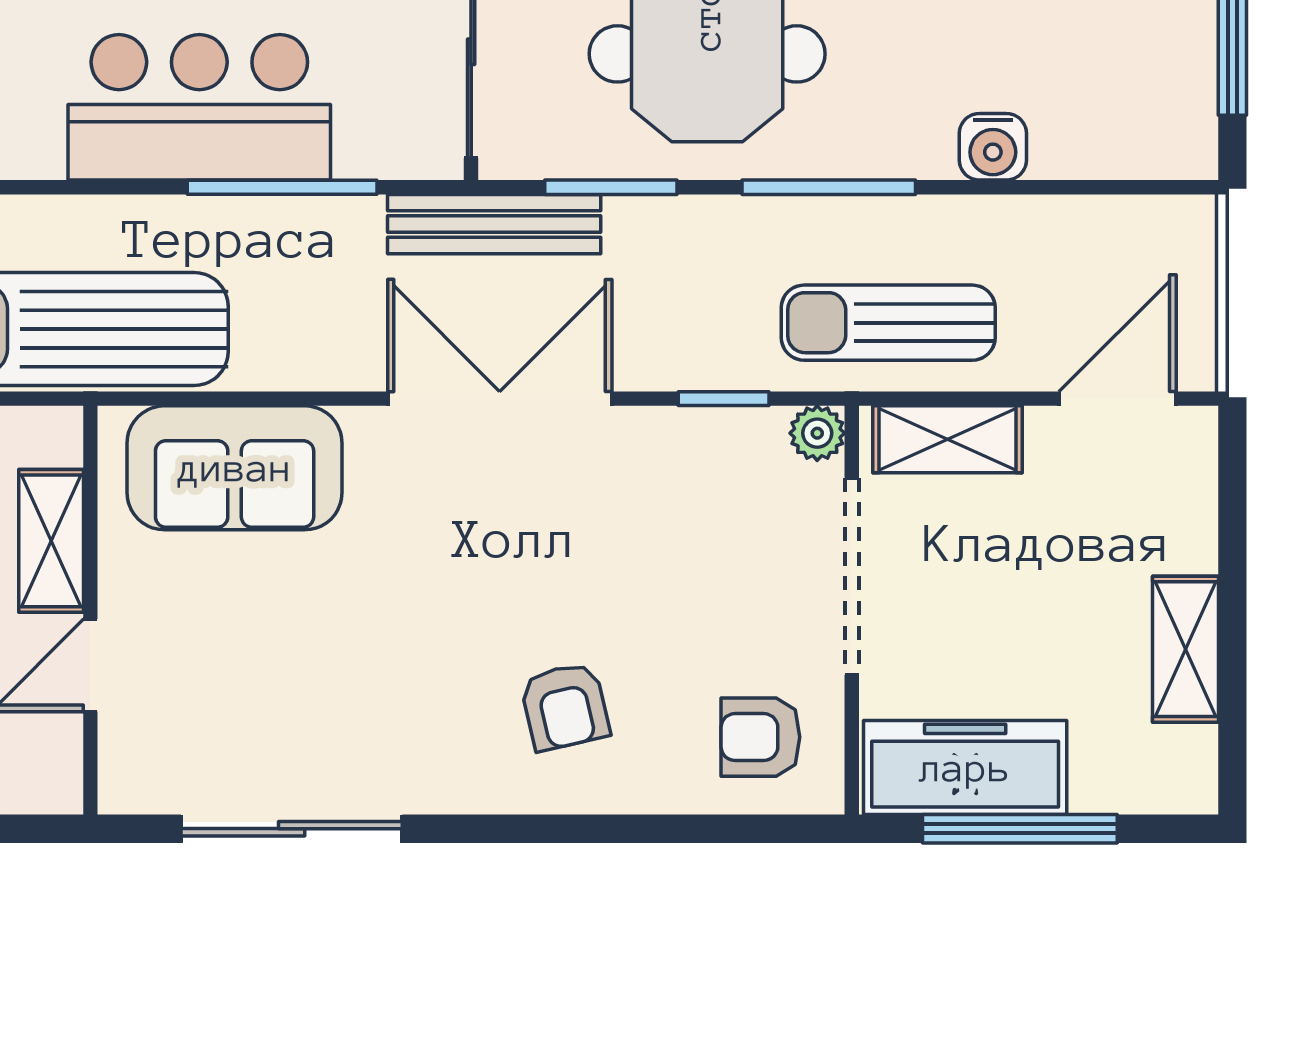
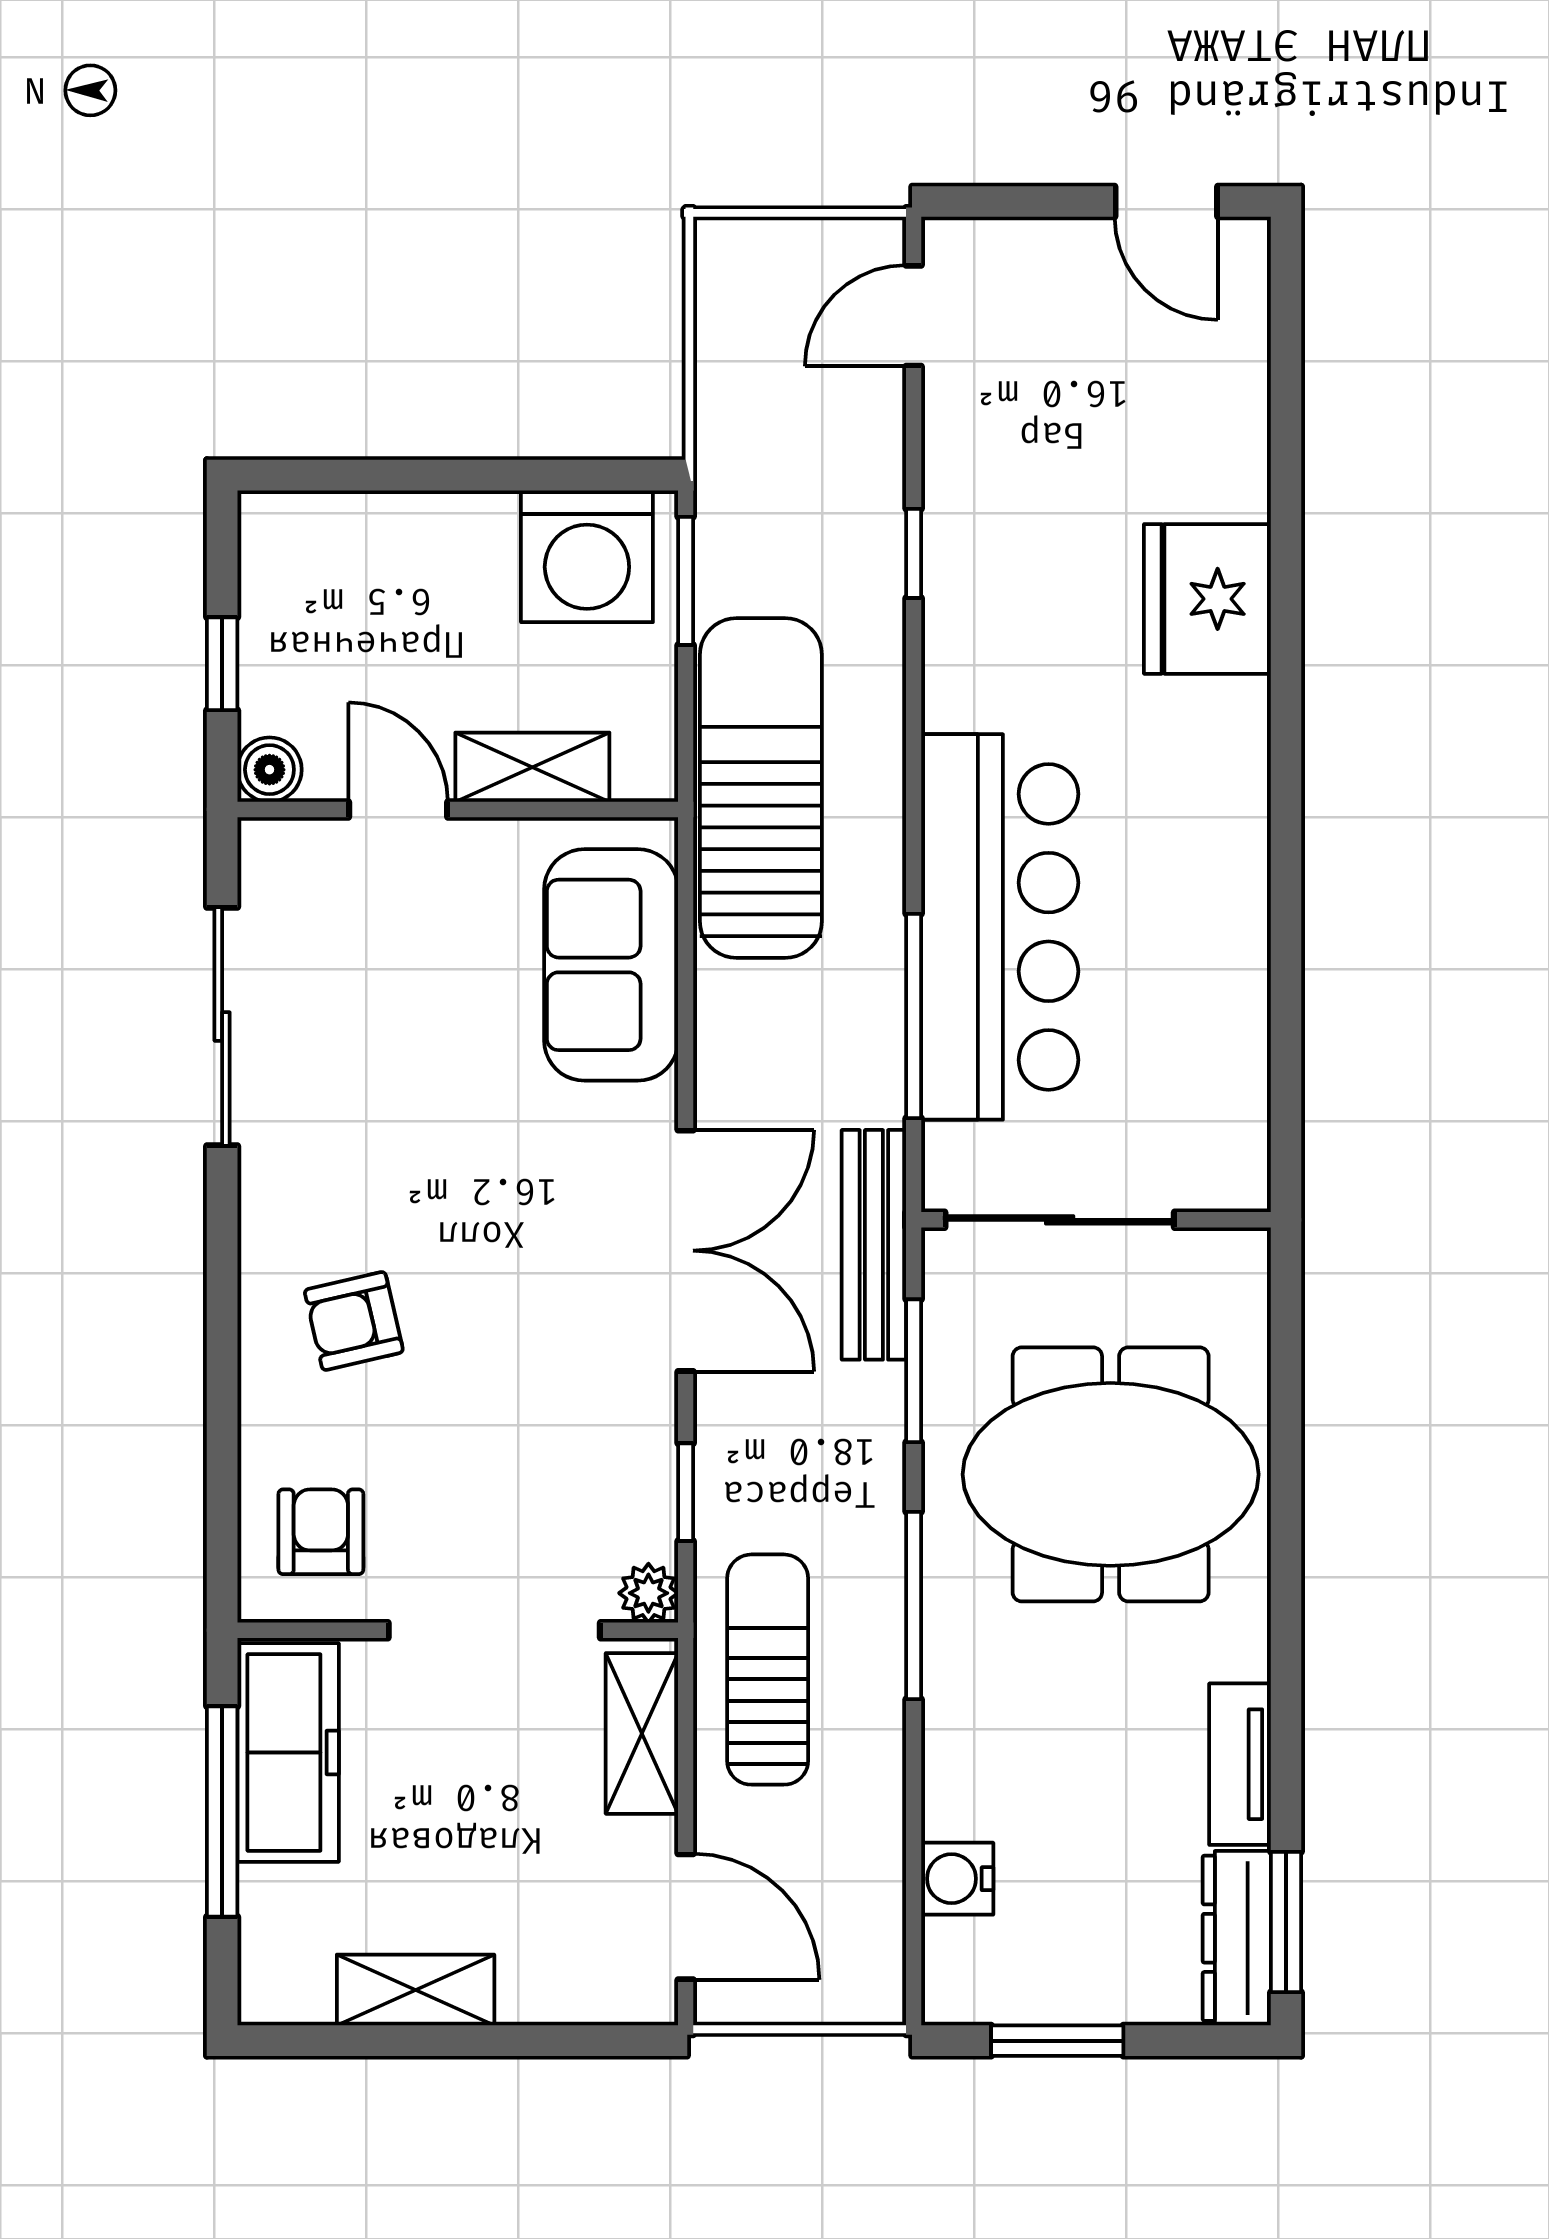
bar counter: (199, 107) -> (1000, 927), width x1.36
water cooler: (993, 147) -> (957, 1879), moved
boiler: (53, 785) -> (269, 770), added

